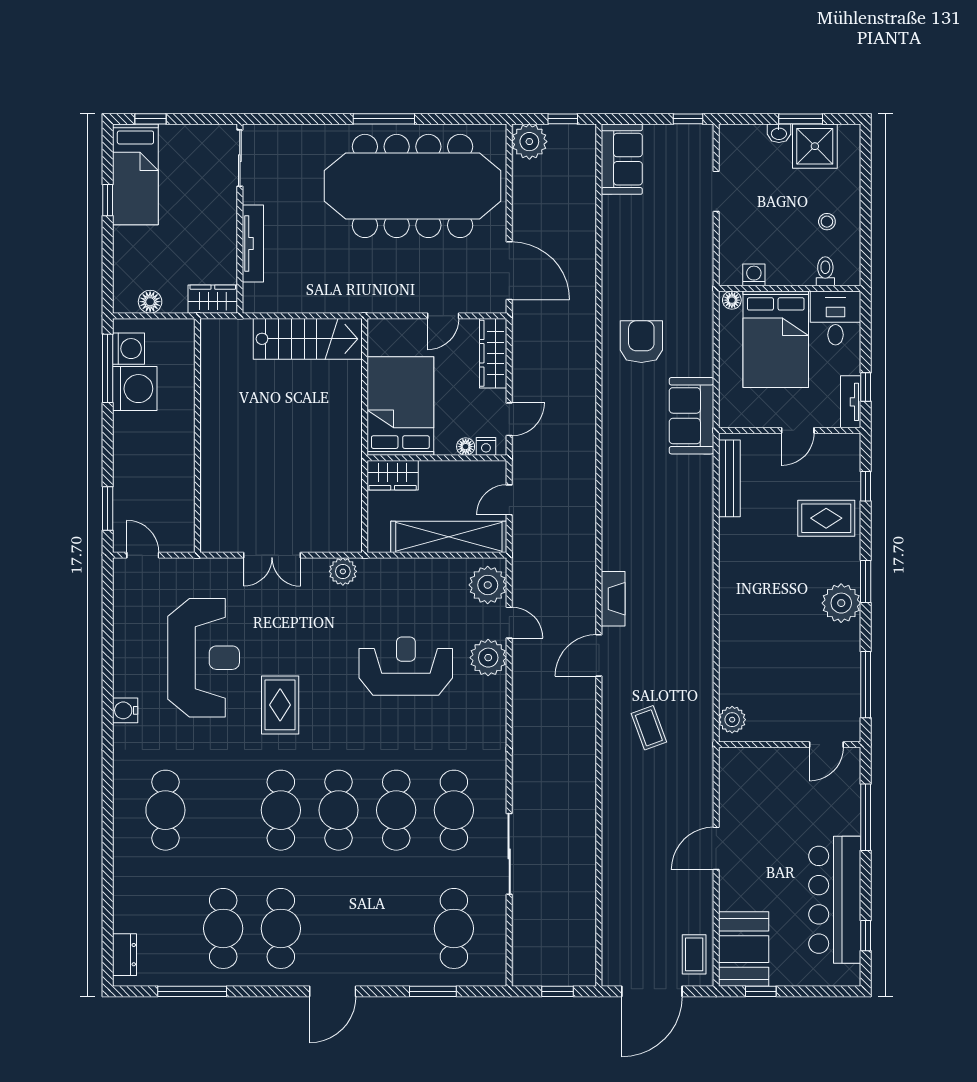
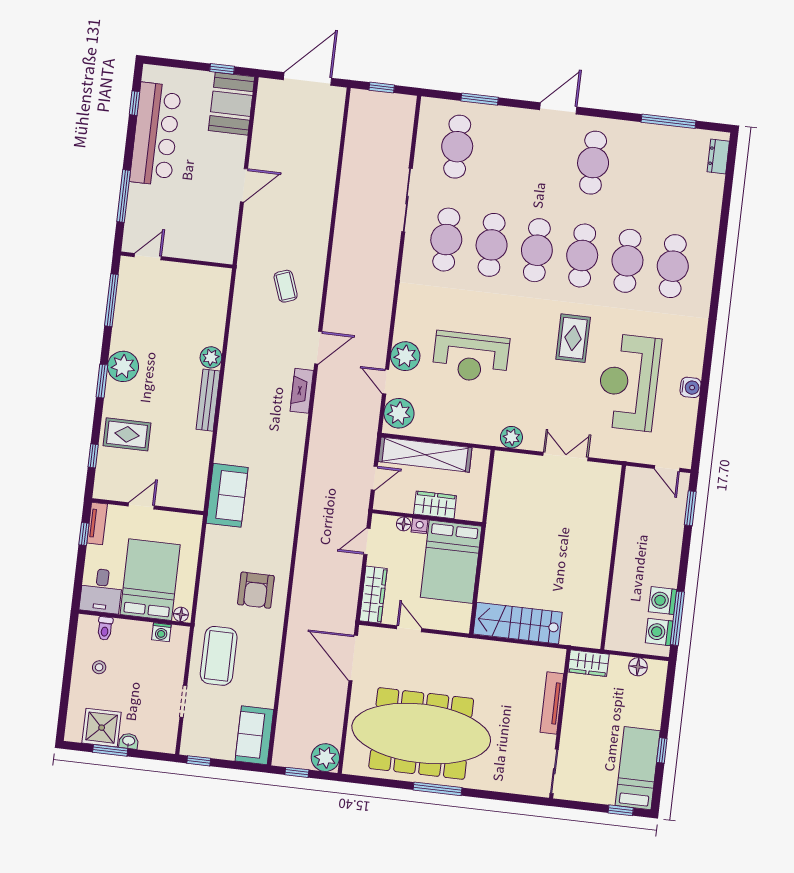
door: (443, 316) -> (409, 629), hinge flipped
washing machine: (135, 389) -> (663, 601), width x0.73, depth x0.73
sofa: (691, 416) -> (227, 495), moved
nightstand: (486, 446) -> (420, 526), moved
wardrobe: (393, 475) -> (435, 505), moved
bench: (729, 478) -> (208, 400), moved
water cooler: (125, 710) -> (691, 387), moved
plant: (732, 720) -> (211, 357), moved
cafe table: (223, 928) -> (627, 261), moved
coffee table: (694, 954) -> (219, 656), moved, width x1.86, depth x1.72

